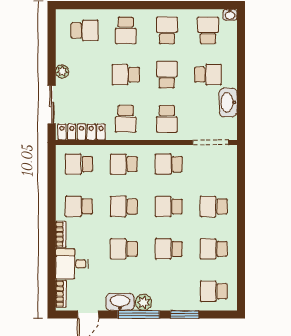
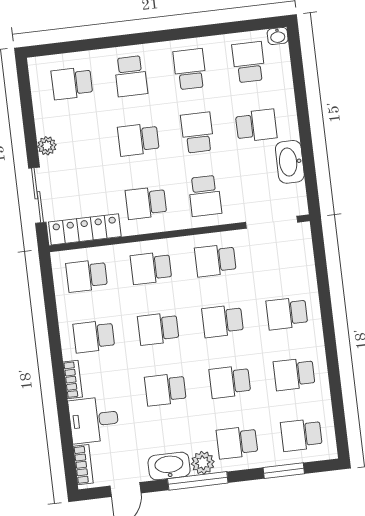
school desk: (85, 30) -> (72, 83), turned 180
school desk: (126, 119) -> (146, 203), turned 90
school desk: (169, 291) -> (237, 442), added
window: (185, 314) -> (284, 471), moved

